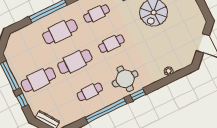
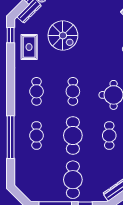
cafe table: (60, 32) -> (37, 135), width x0.73, depth x0.74

